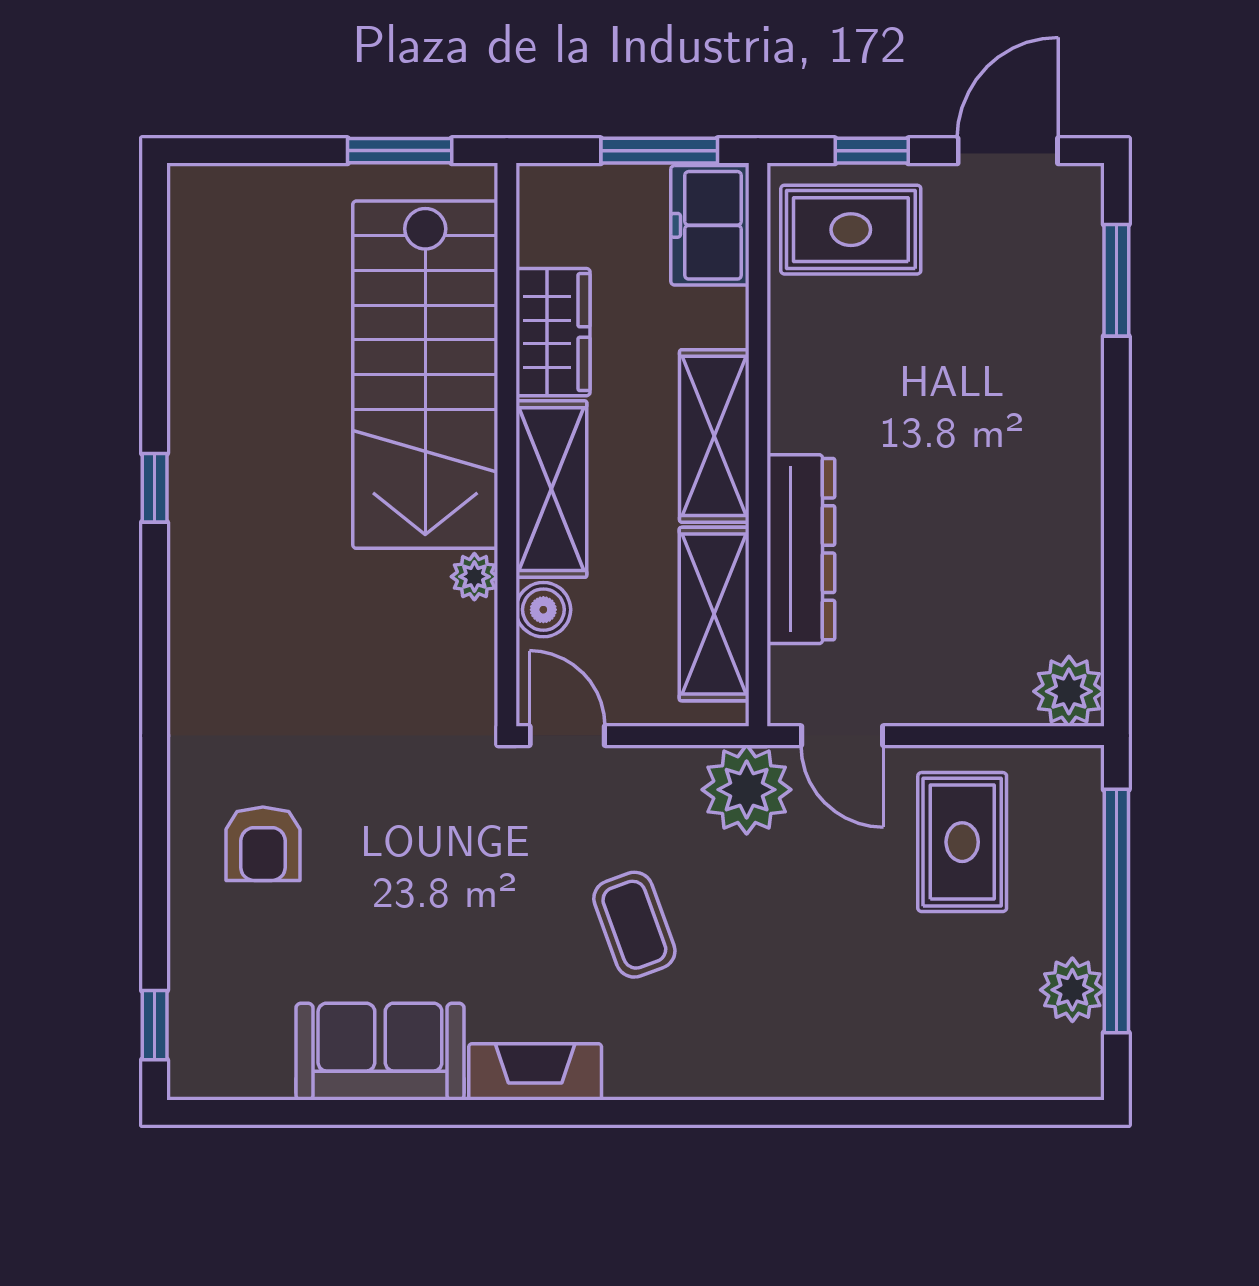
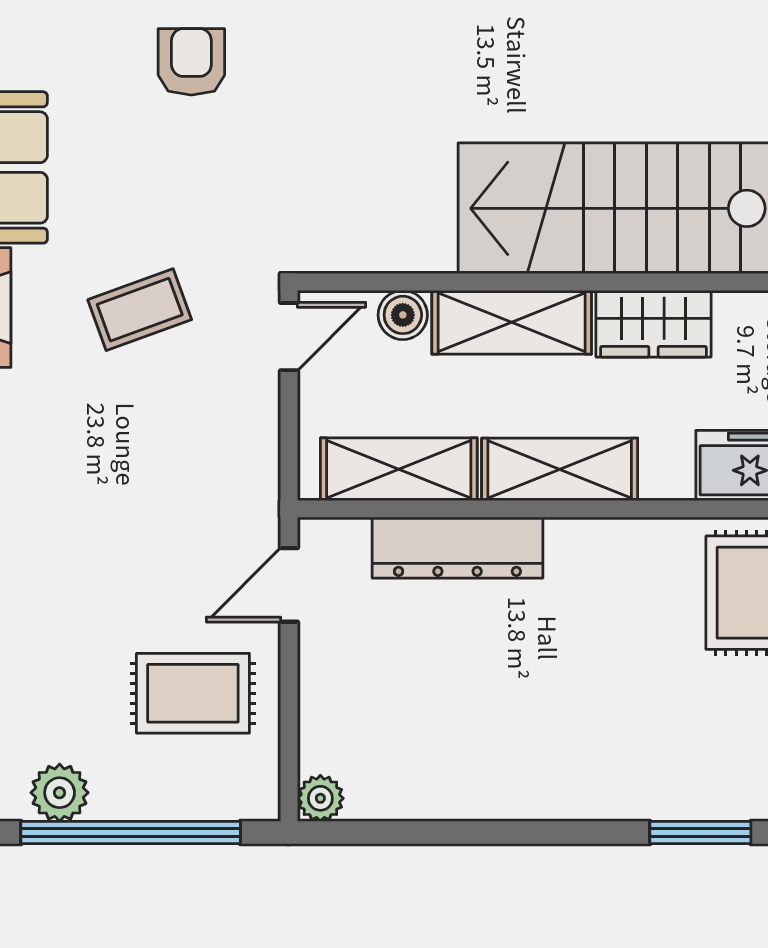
plant: (474, 577) -> (433, 253), removed
plant: (1069, 691) -> (320, 798), width x0.73, depth x0.73
plant: (747, 790) -> (240, 499), removed
armchair: (263, 844) -> (191, 62), turned 90
coffee table: (634, 925) -> (140, 310), moved

